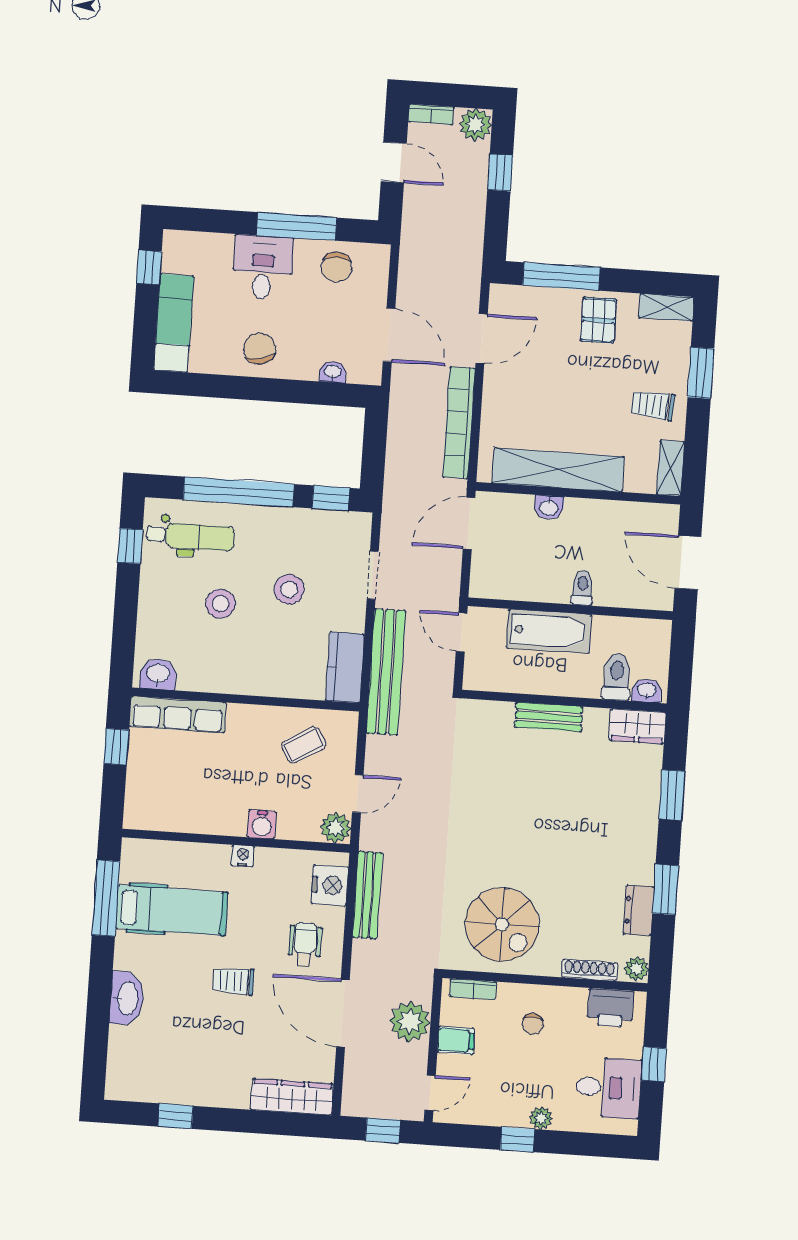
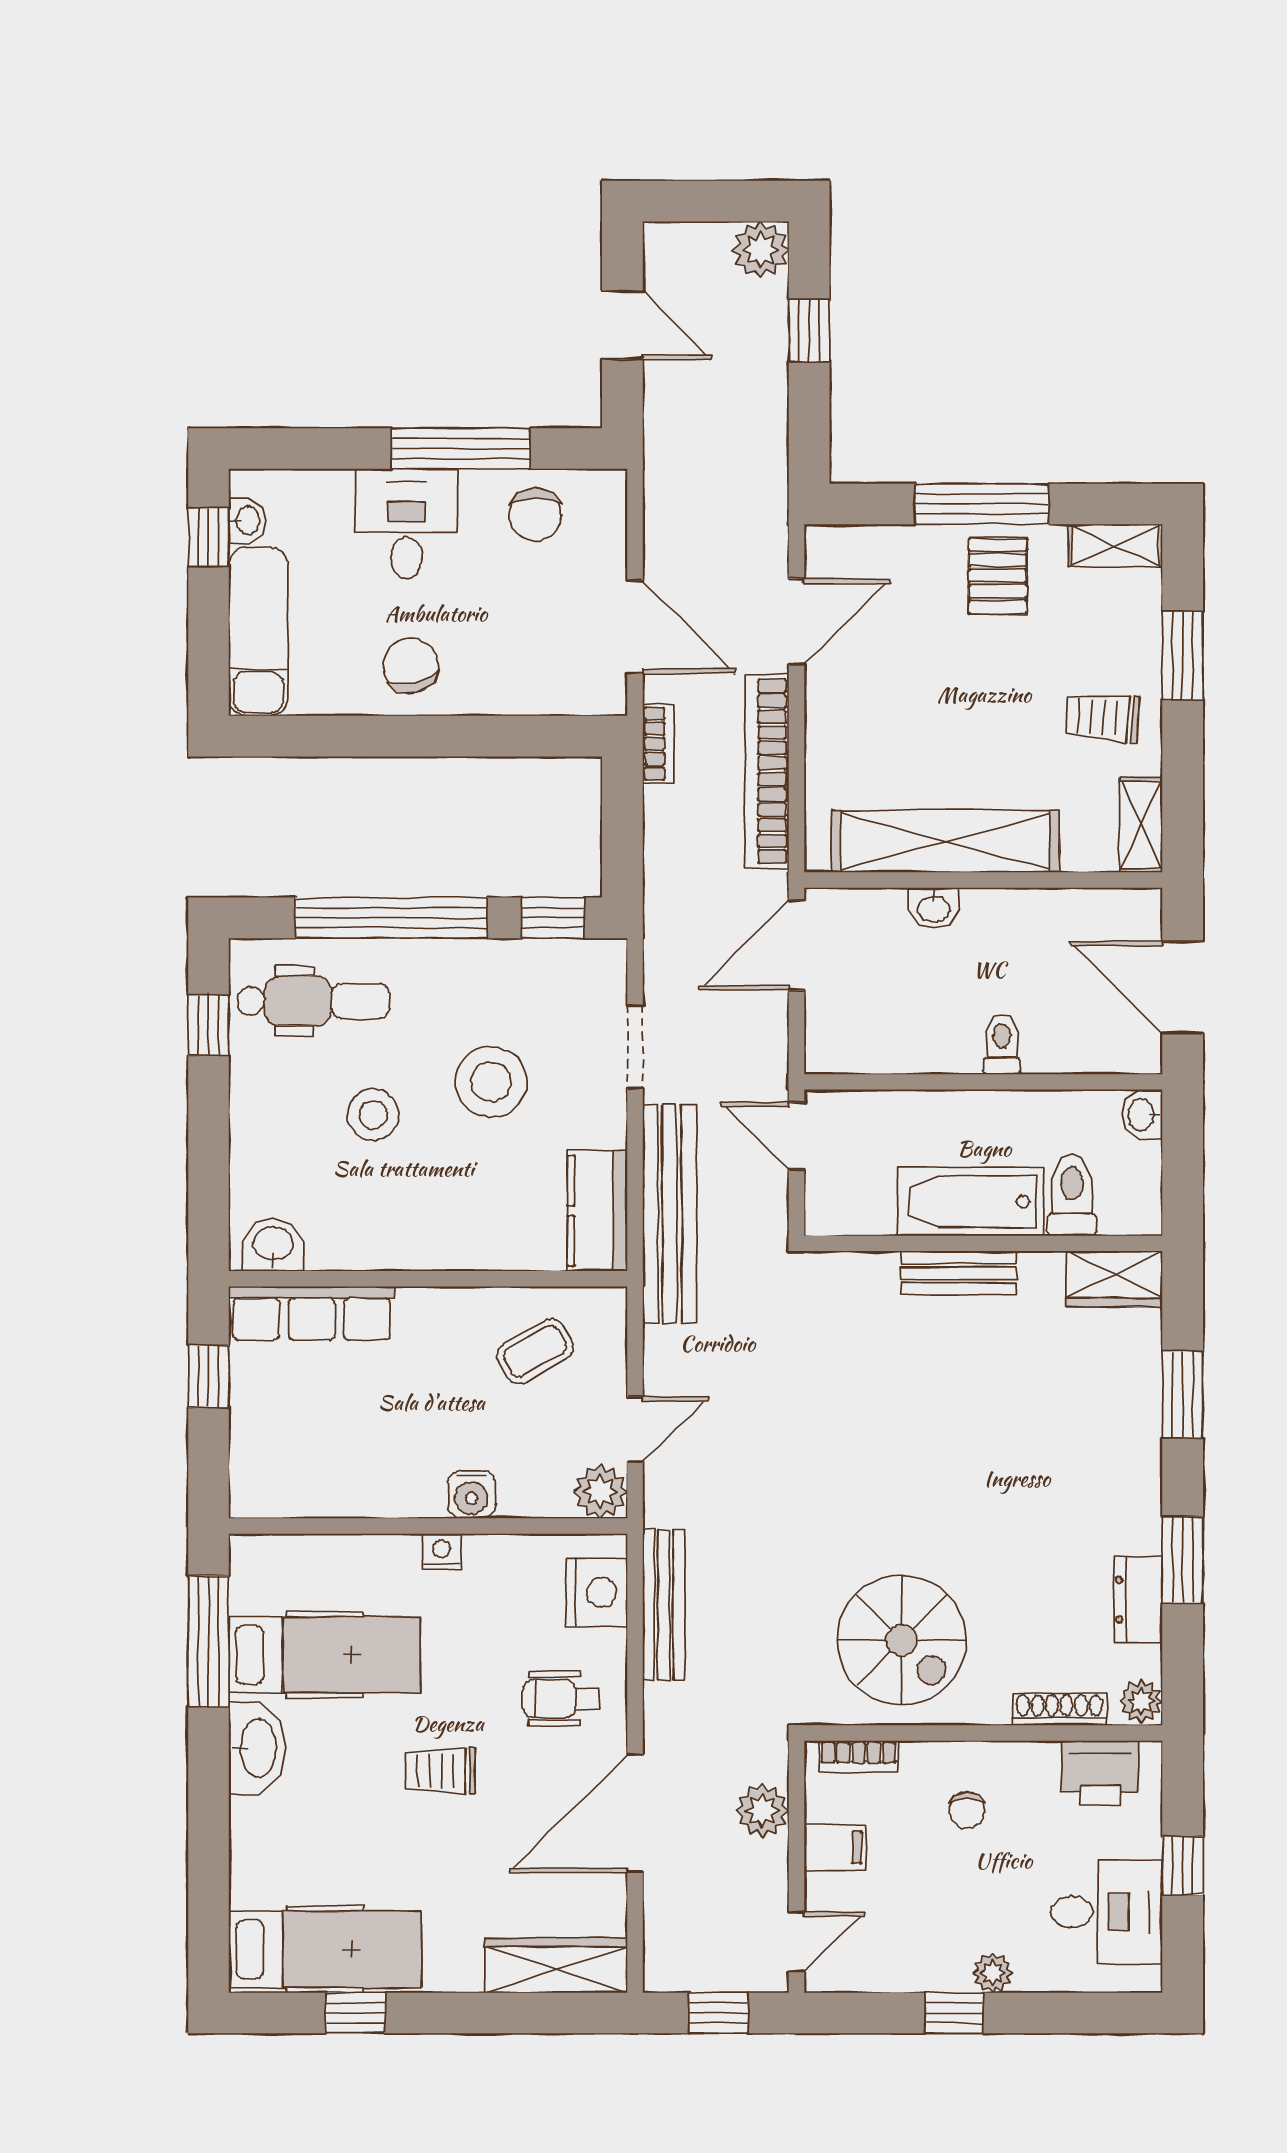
bookcase: (431, 114) -> (658, 744), moved, turned -90
window: (561, 276) -> (982, 504), moved
washbasin: (333, 372) -> (247, 521), moved, turned 90
stool: (289, 589) -> (491, 1082), width x1.38, depth x1.38
bathtub: (549, 631) -> (971, 1202), moved, turned 180
washbasin: (647, 691) -> (1142, 1114), moved, turned -90
wheelchair: (305, 945) -> (561, 1699), turned -90
washbasin: (127, 998) -> (257, 1748), moved
door: (343, 1013) -> (635, 1813), hinge flipped
plant: (410, 1022) -> (762, 1811), width x0.73, depth x0.73
hospital bed: (161, 1079) -> (325, 1949), added

